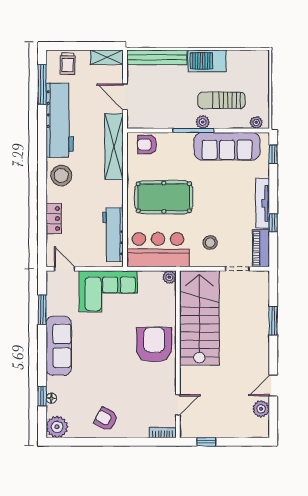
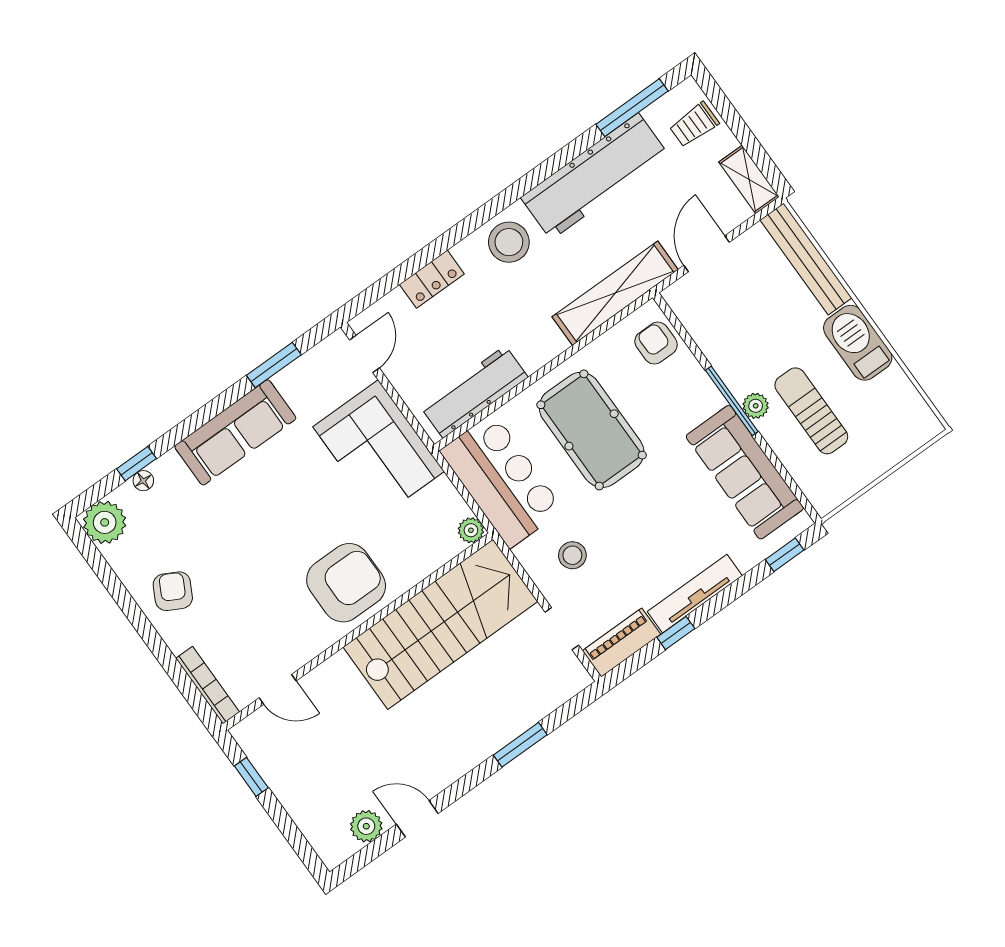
plant: (256, 122) -> (816, 491), removed
bookcase: (163, 433) -> (208, 685), width x1.56

